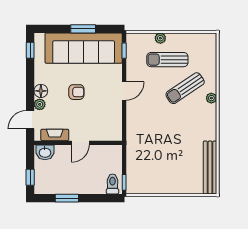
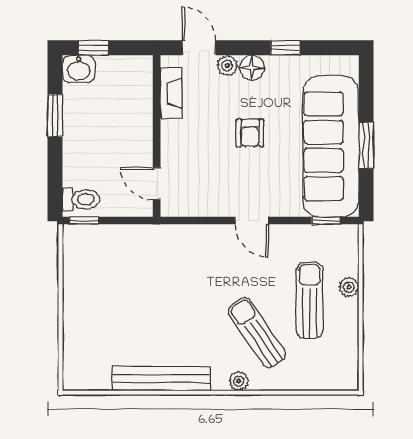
window: (30, 50) -> (285, 48), moved
door: (80, 143) -> (157, 184), moved
washbasin: (45, 152) -> (79, 69), moved, turned -90
bench: (210, 167) -> (161, 379), moved

